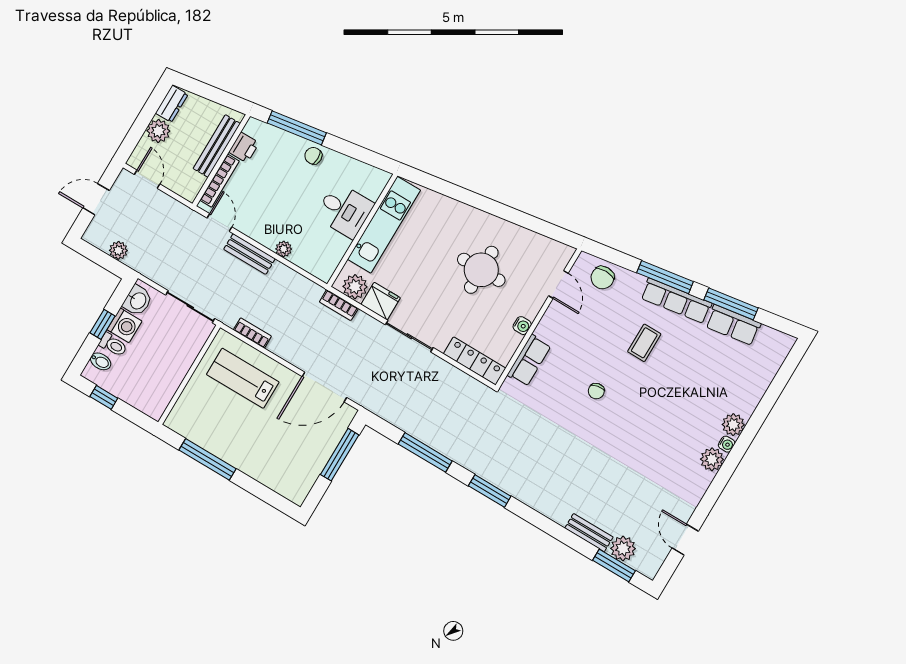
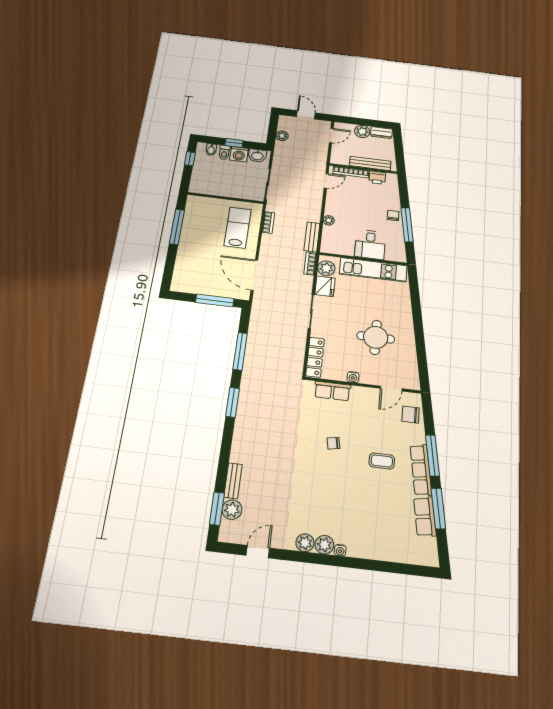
window: (297, 128) -> (407, 225), moved
bench: (249, 254) -> (312, 237), moved
plant: (733, 425) -> (305, 543), moved

